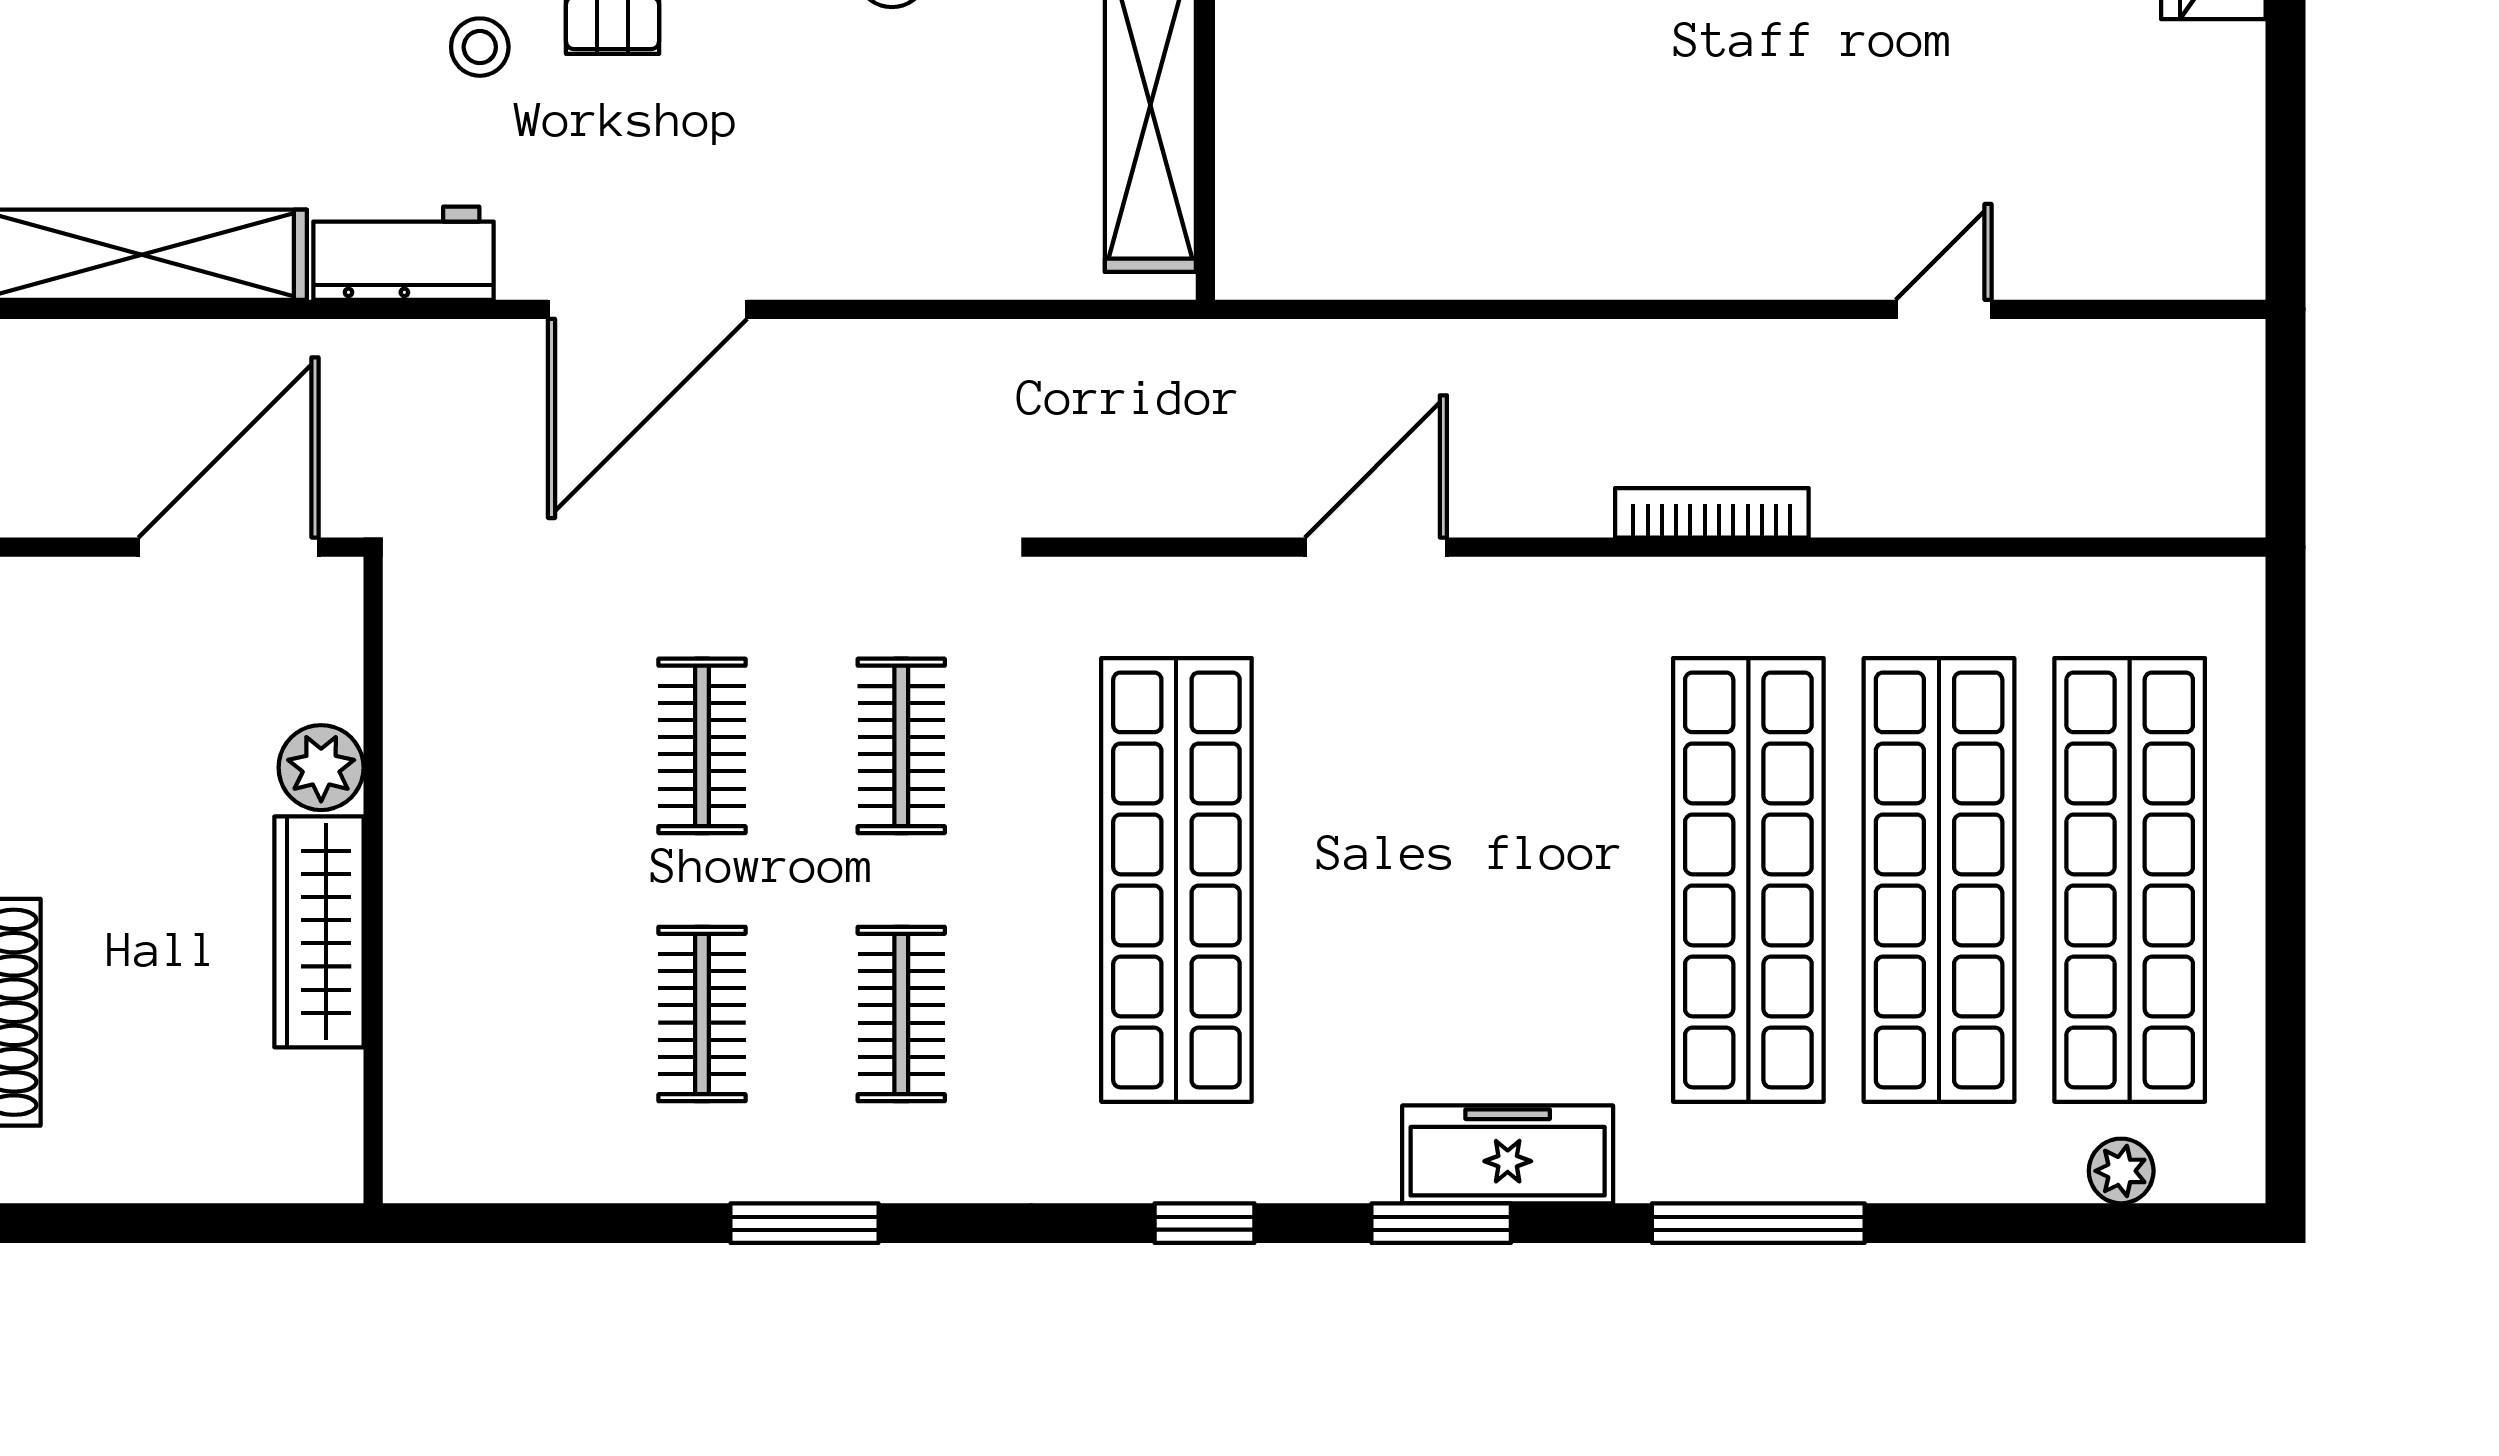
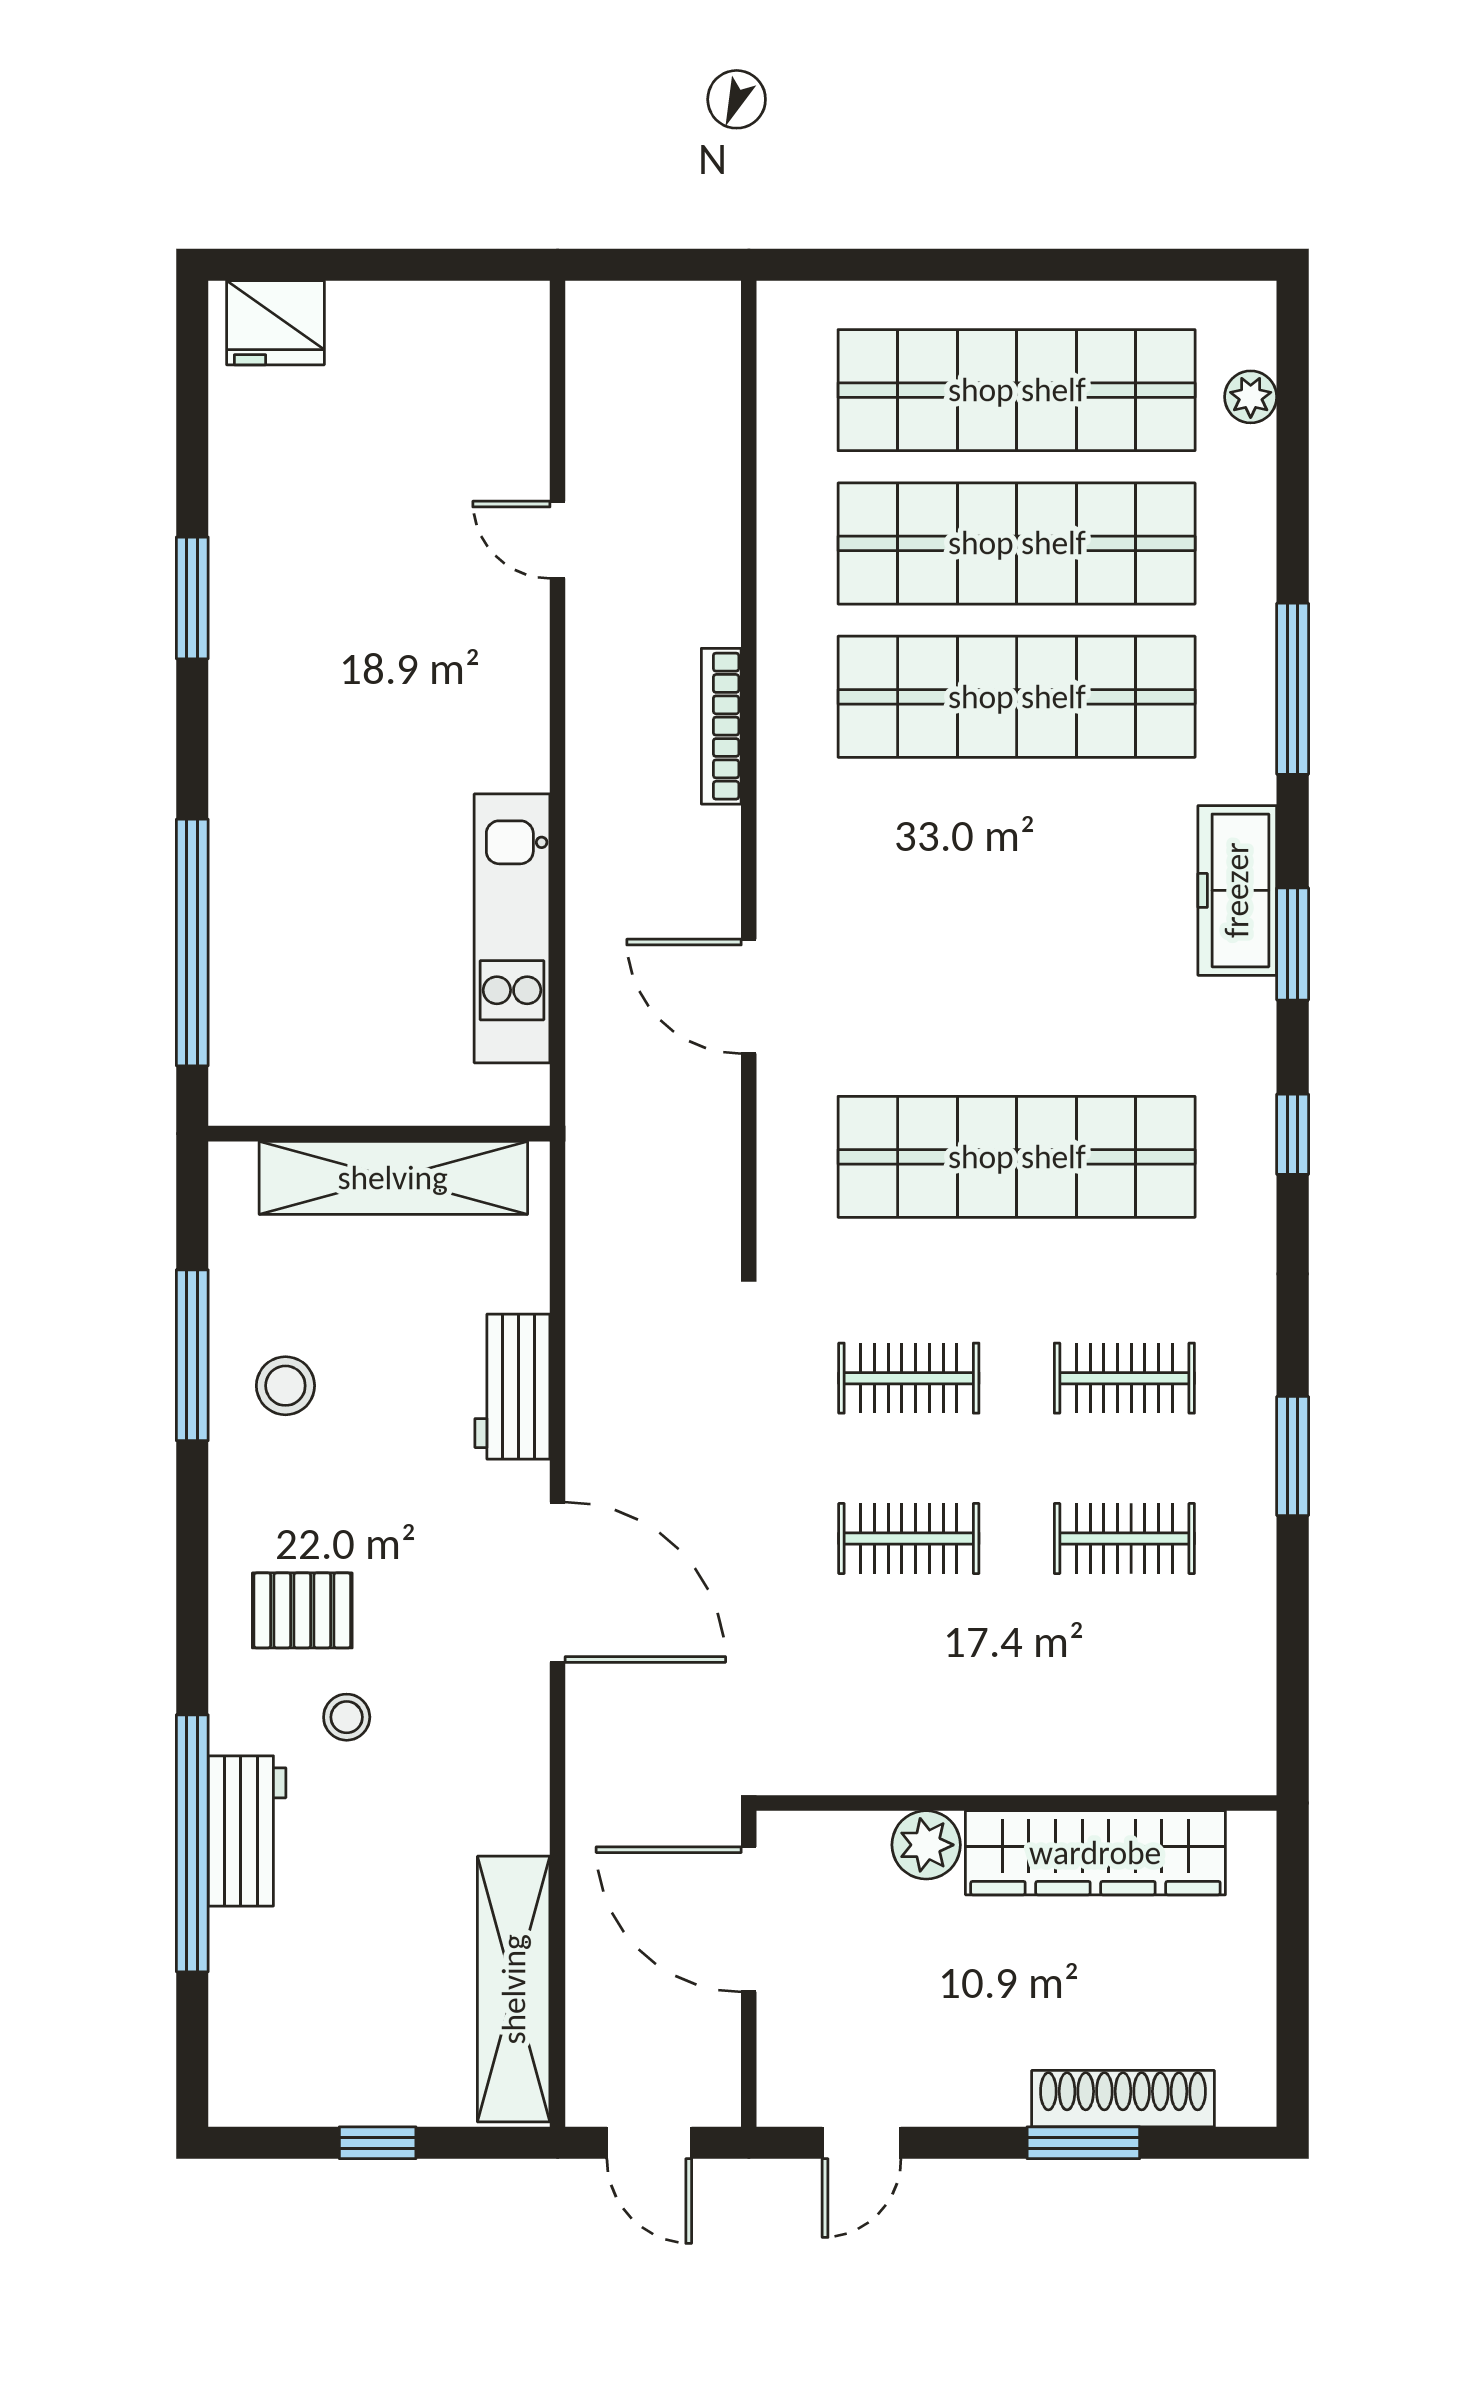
workbench: (404, 253) -> (512, 1387), moved
kitchen unit: (1460, 253) -> (512, 928), added
wardrobe: (319, 932) -> (1095, 1853), width x1.40, depth x1.17

